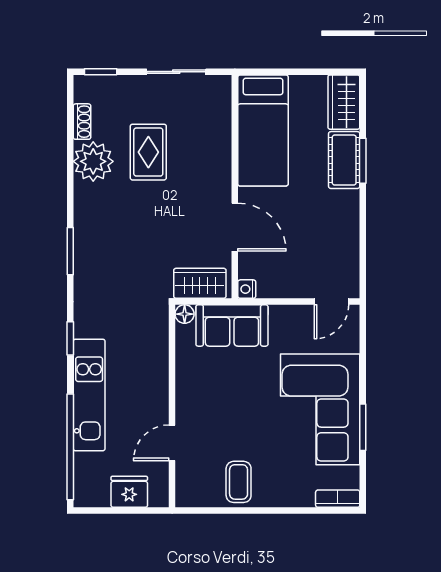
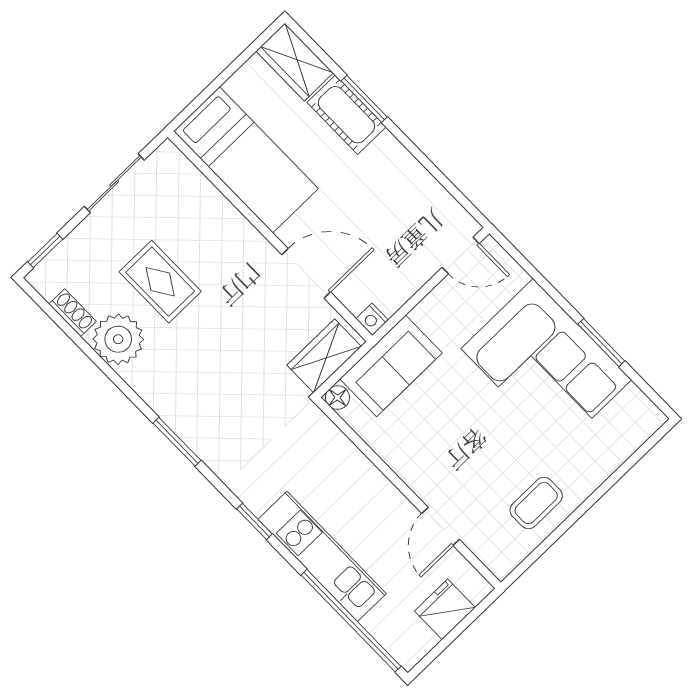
door: (331, 302) -> (461, 256), hinge flipped
coffee table: (239, 482) -> (536, 503), turned 90
bookcase: (338, 499) -> (642, 430), removed

